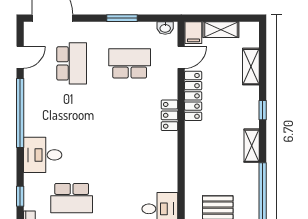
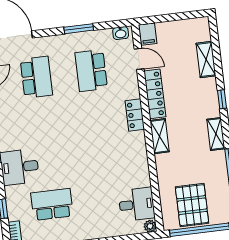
shelving: (221, 30) -> (160, 136), moved, turned 90
door: (181, 57) -> (139, 59), hinge flipped
school desk: (130, 63) -> (91, 71), turned -90
school desk: (72, 198) -> (52, 204), turned 180

